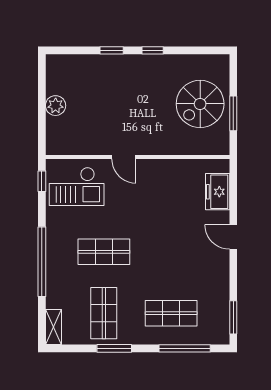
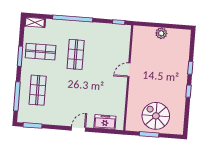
checkout: (77, 186) -> (114, 42), removed

